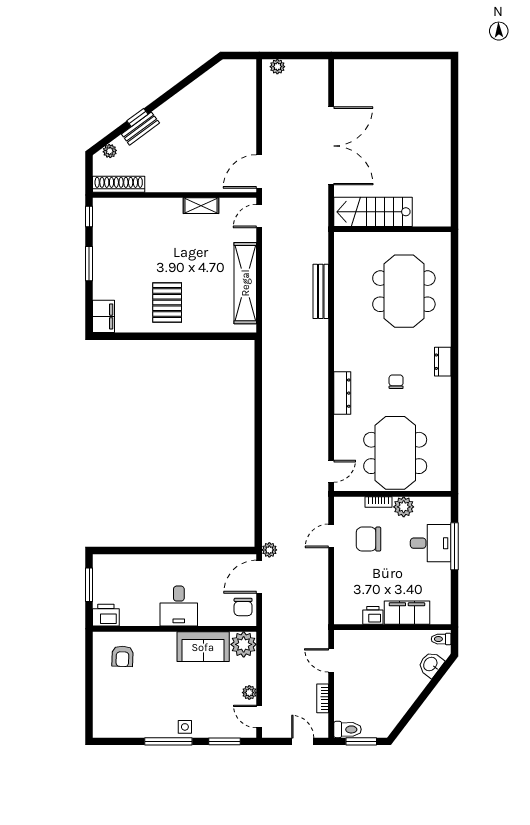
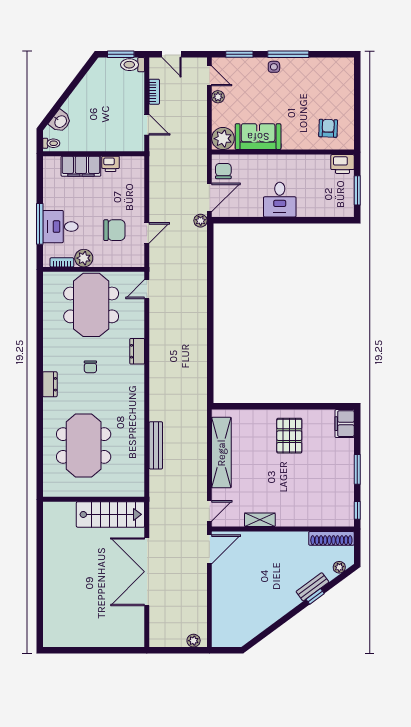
dresser: (342, 393) -> (137, 351), width x0.70
bookcase: (378, 502) -> (62, 262), moved
desk: (179, 606) -> (280, 200), moved, turned 180

